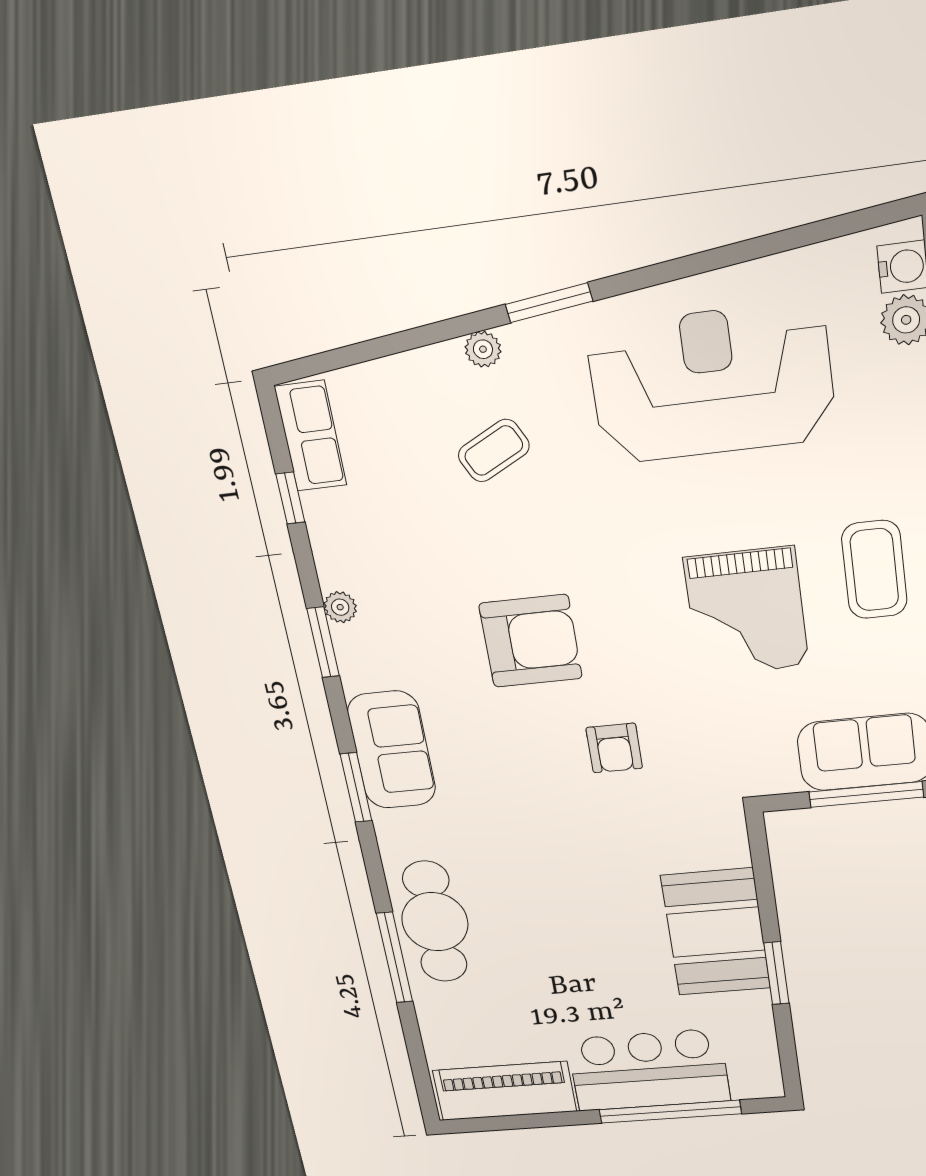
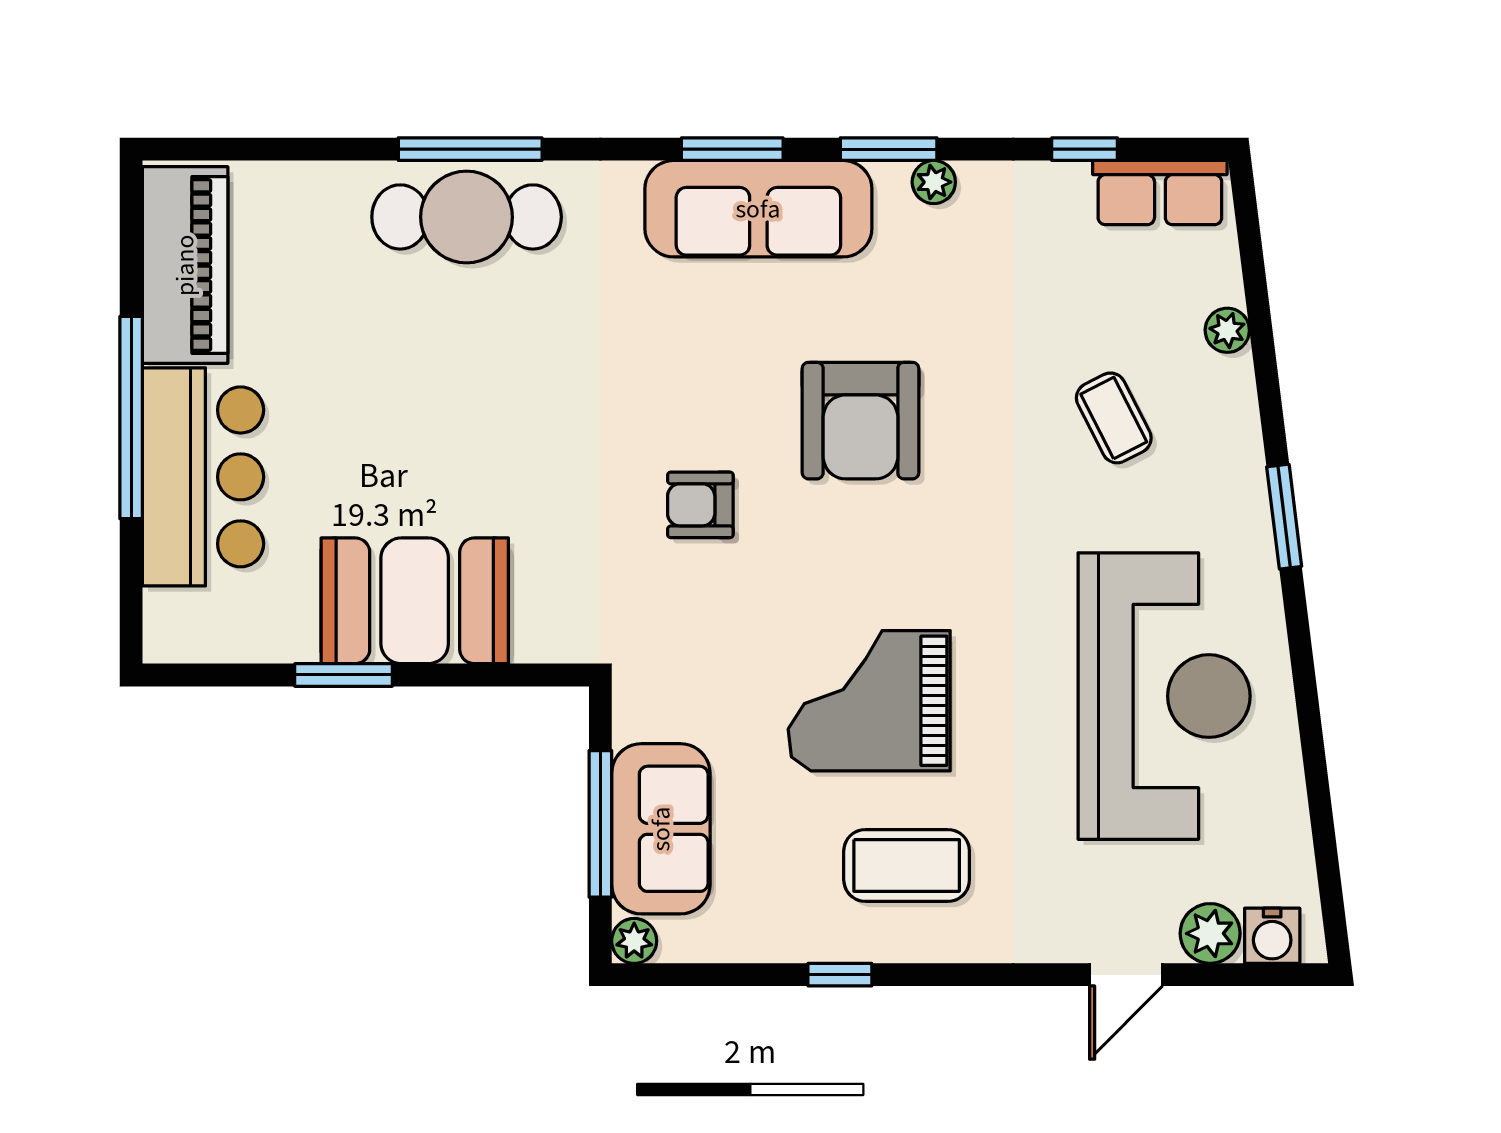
plant: (483, 349) -> (1227, 330), moved
sofa: (392, 750) -> (758, 209), width x1.36
window: (356, 787) -> (732, 149), moved
window: (395, 958) -> (470, 149), moved
window: (670, 1112) -> (131, 418), moved

